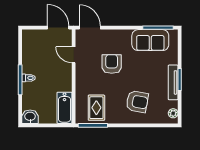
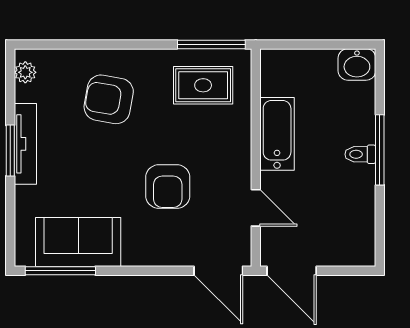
bathtub: (65, 108) -> (277, 134), moved
rug: (96, 108) -> (203, 85), turned 90

